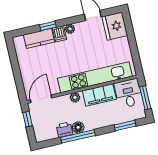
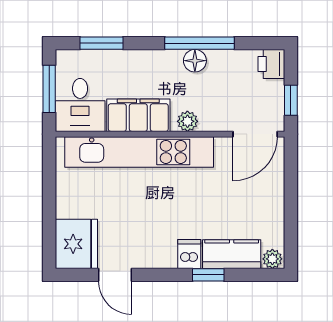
plant: (70, 29) -> (272, 259), moved
printer: (65, 130) -> (271, 64), moved, turned 90

